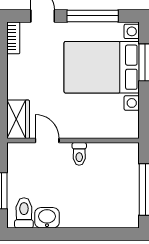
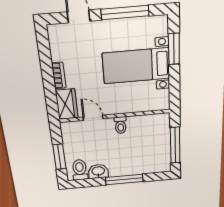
bookcase: (13, 38) -> (59, 76), moved
bed with nightstands: (102, 67) -> (136, 66), width x0.73
window: (79, 234) -> (124, 180), added

